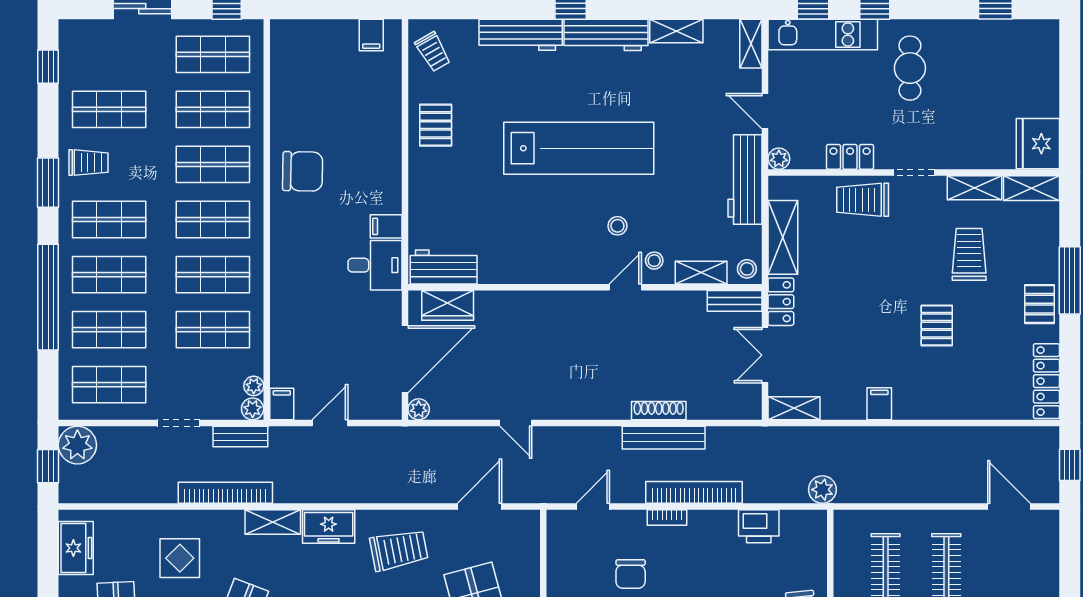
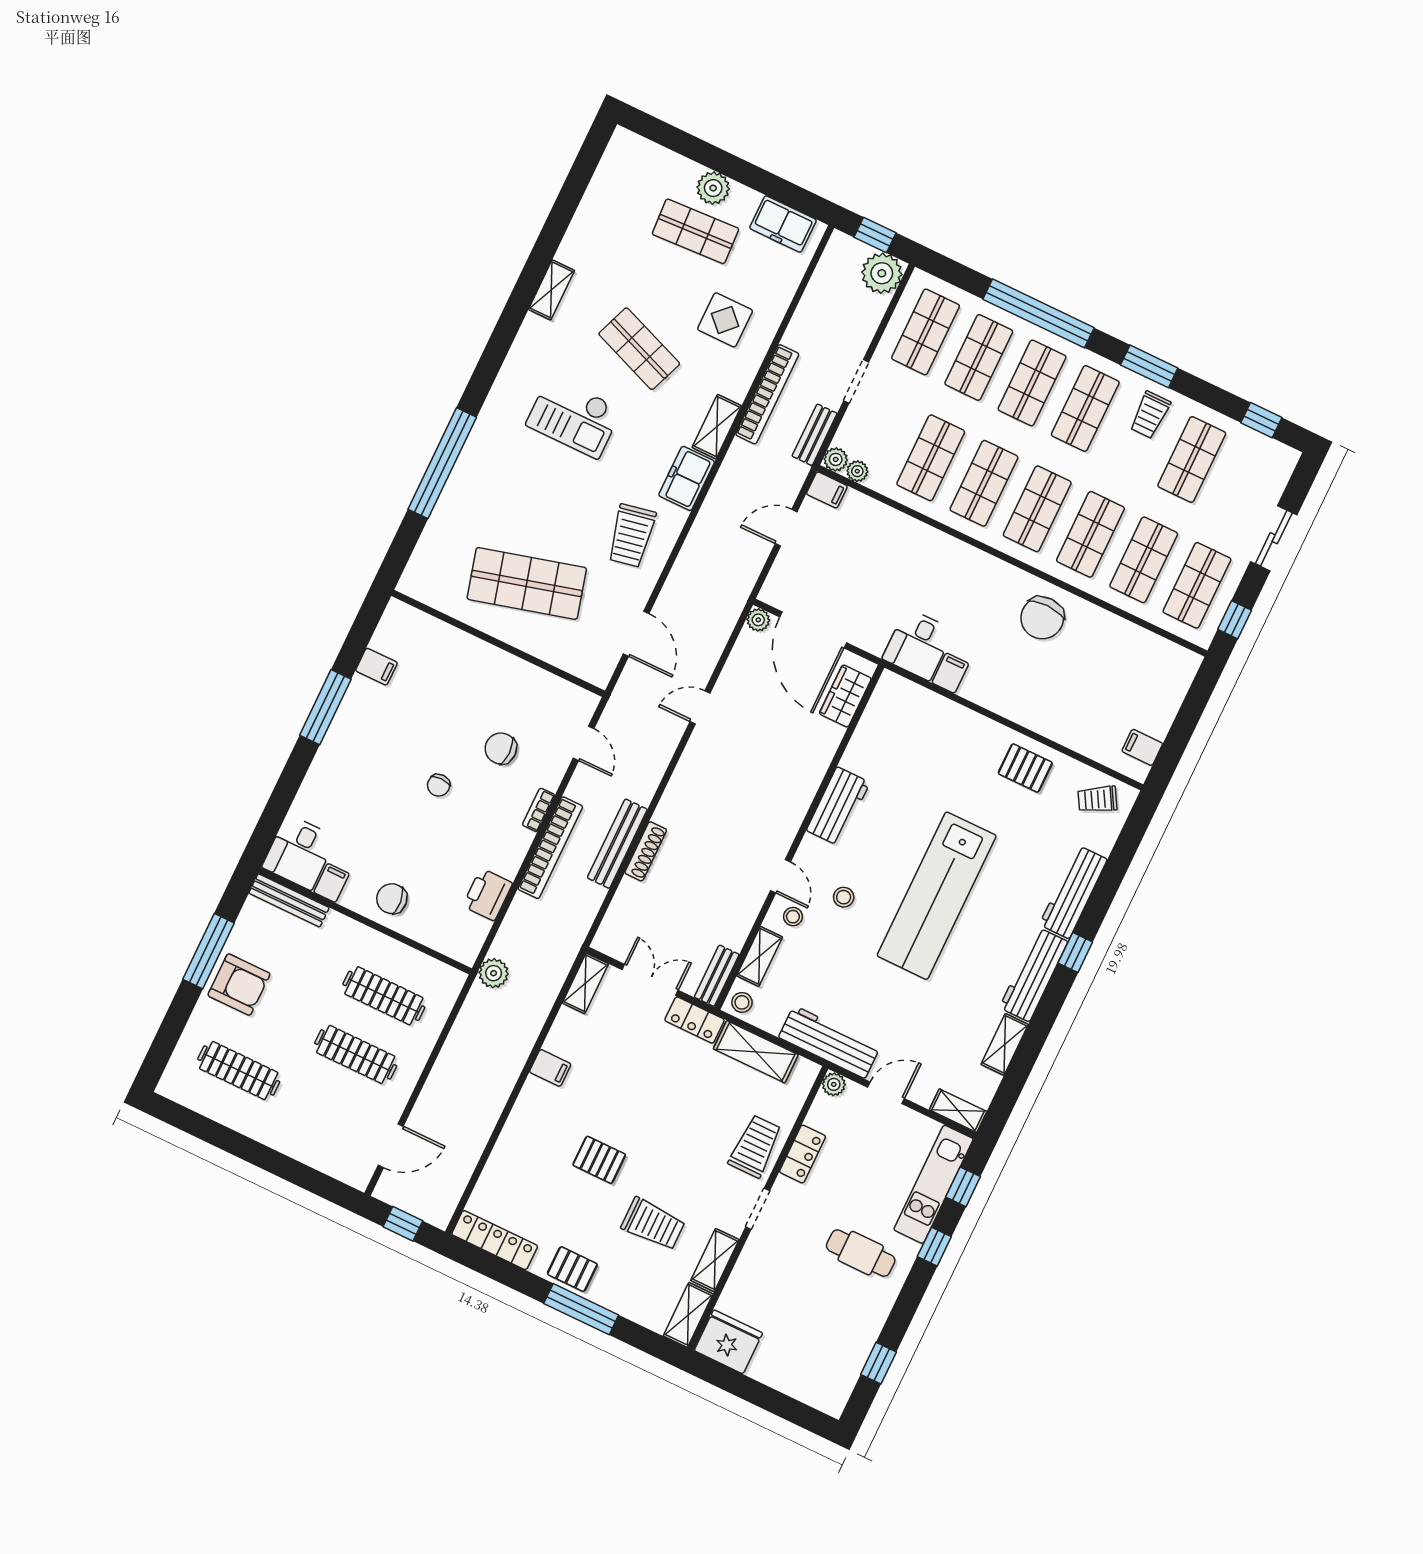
workbench: (444, 267) -> (838, 806), moved
door: (330, 423) -> (786, 528), swing flipped

